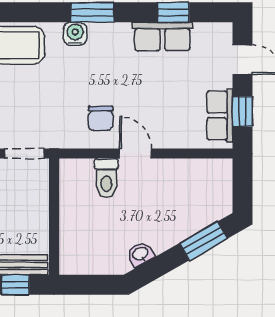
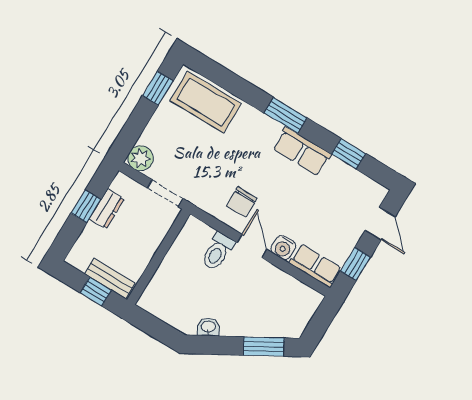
water cooler: (75, 34) -> (283, 248), moved, turned 180
row of seats: (162, 37) -> (302, 151), moved
row of seats: (220, 115) -> (315, 266), moved, turned 90

